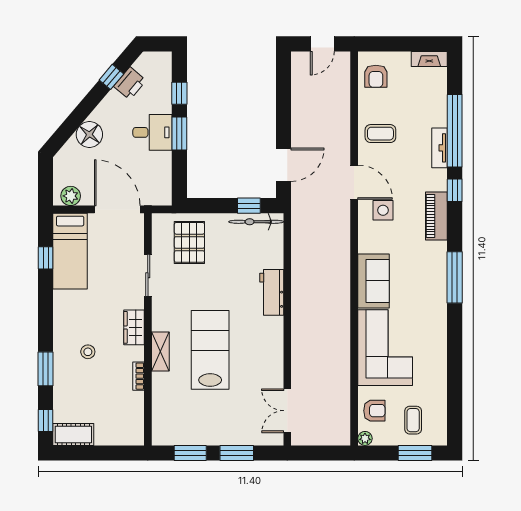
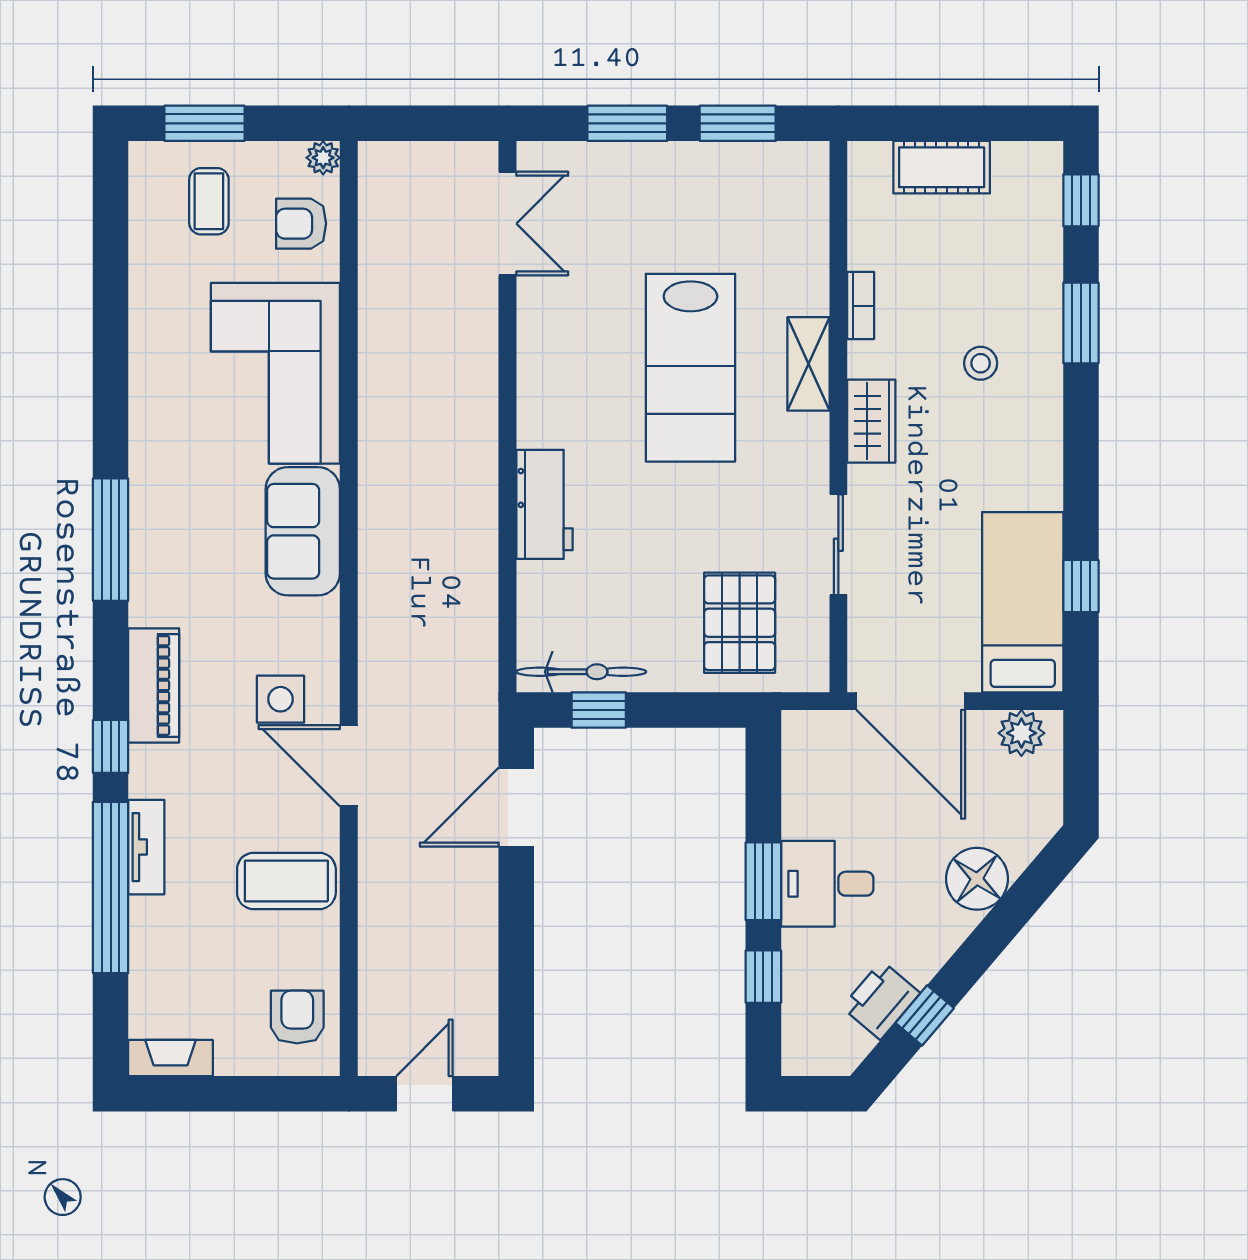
coffee table: (380, 134) -> (286, 881), width x1.36, depth x1.30
cot: (73, 434) -> (942, 167), moved

